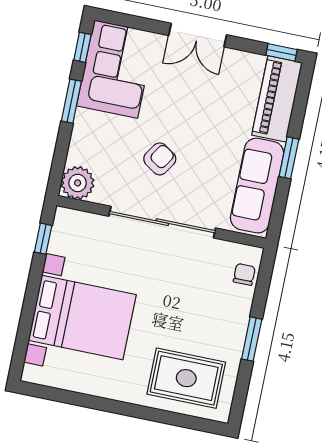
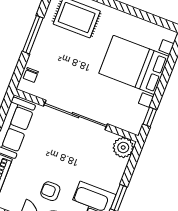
armchair: (160, 159) -> (50, 191), moved, turned 57
window: (252, 339) -> (33, 35), width x1.44

